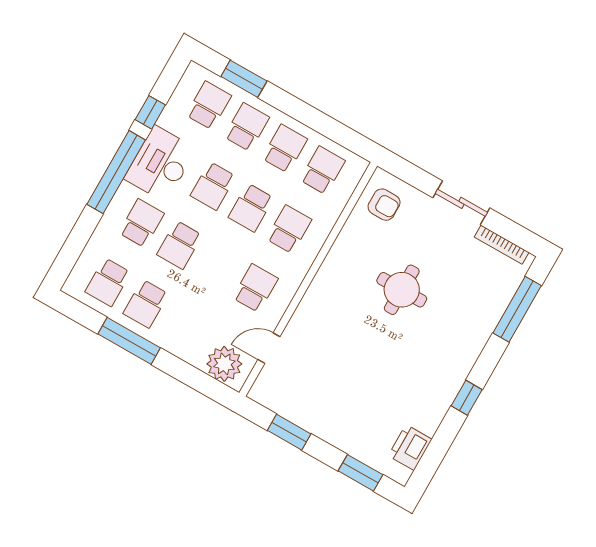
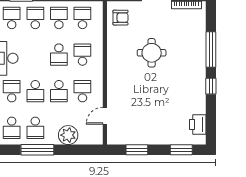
school desk: (213, 186) -> (59, 91), moved
window: (517, 309) -> (211, 50), moved
plant: (224, 364) -> (68, 135), moved

